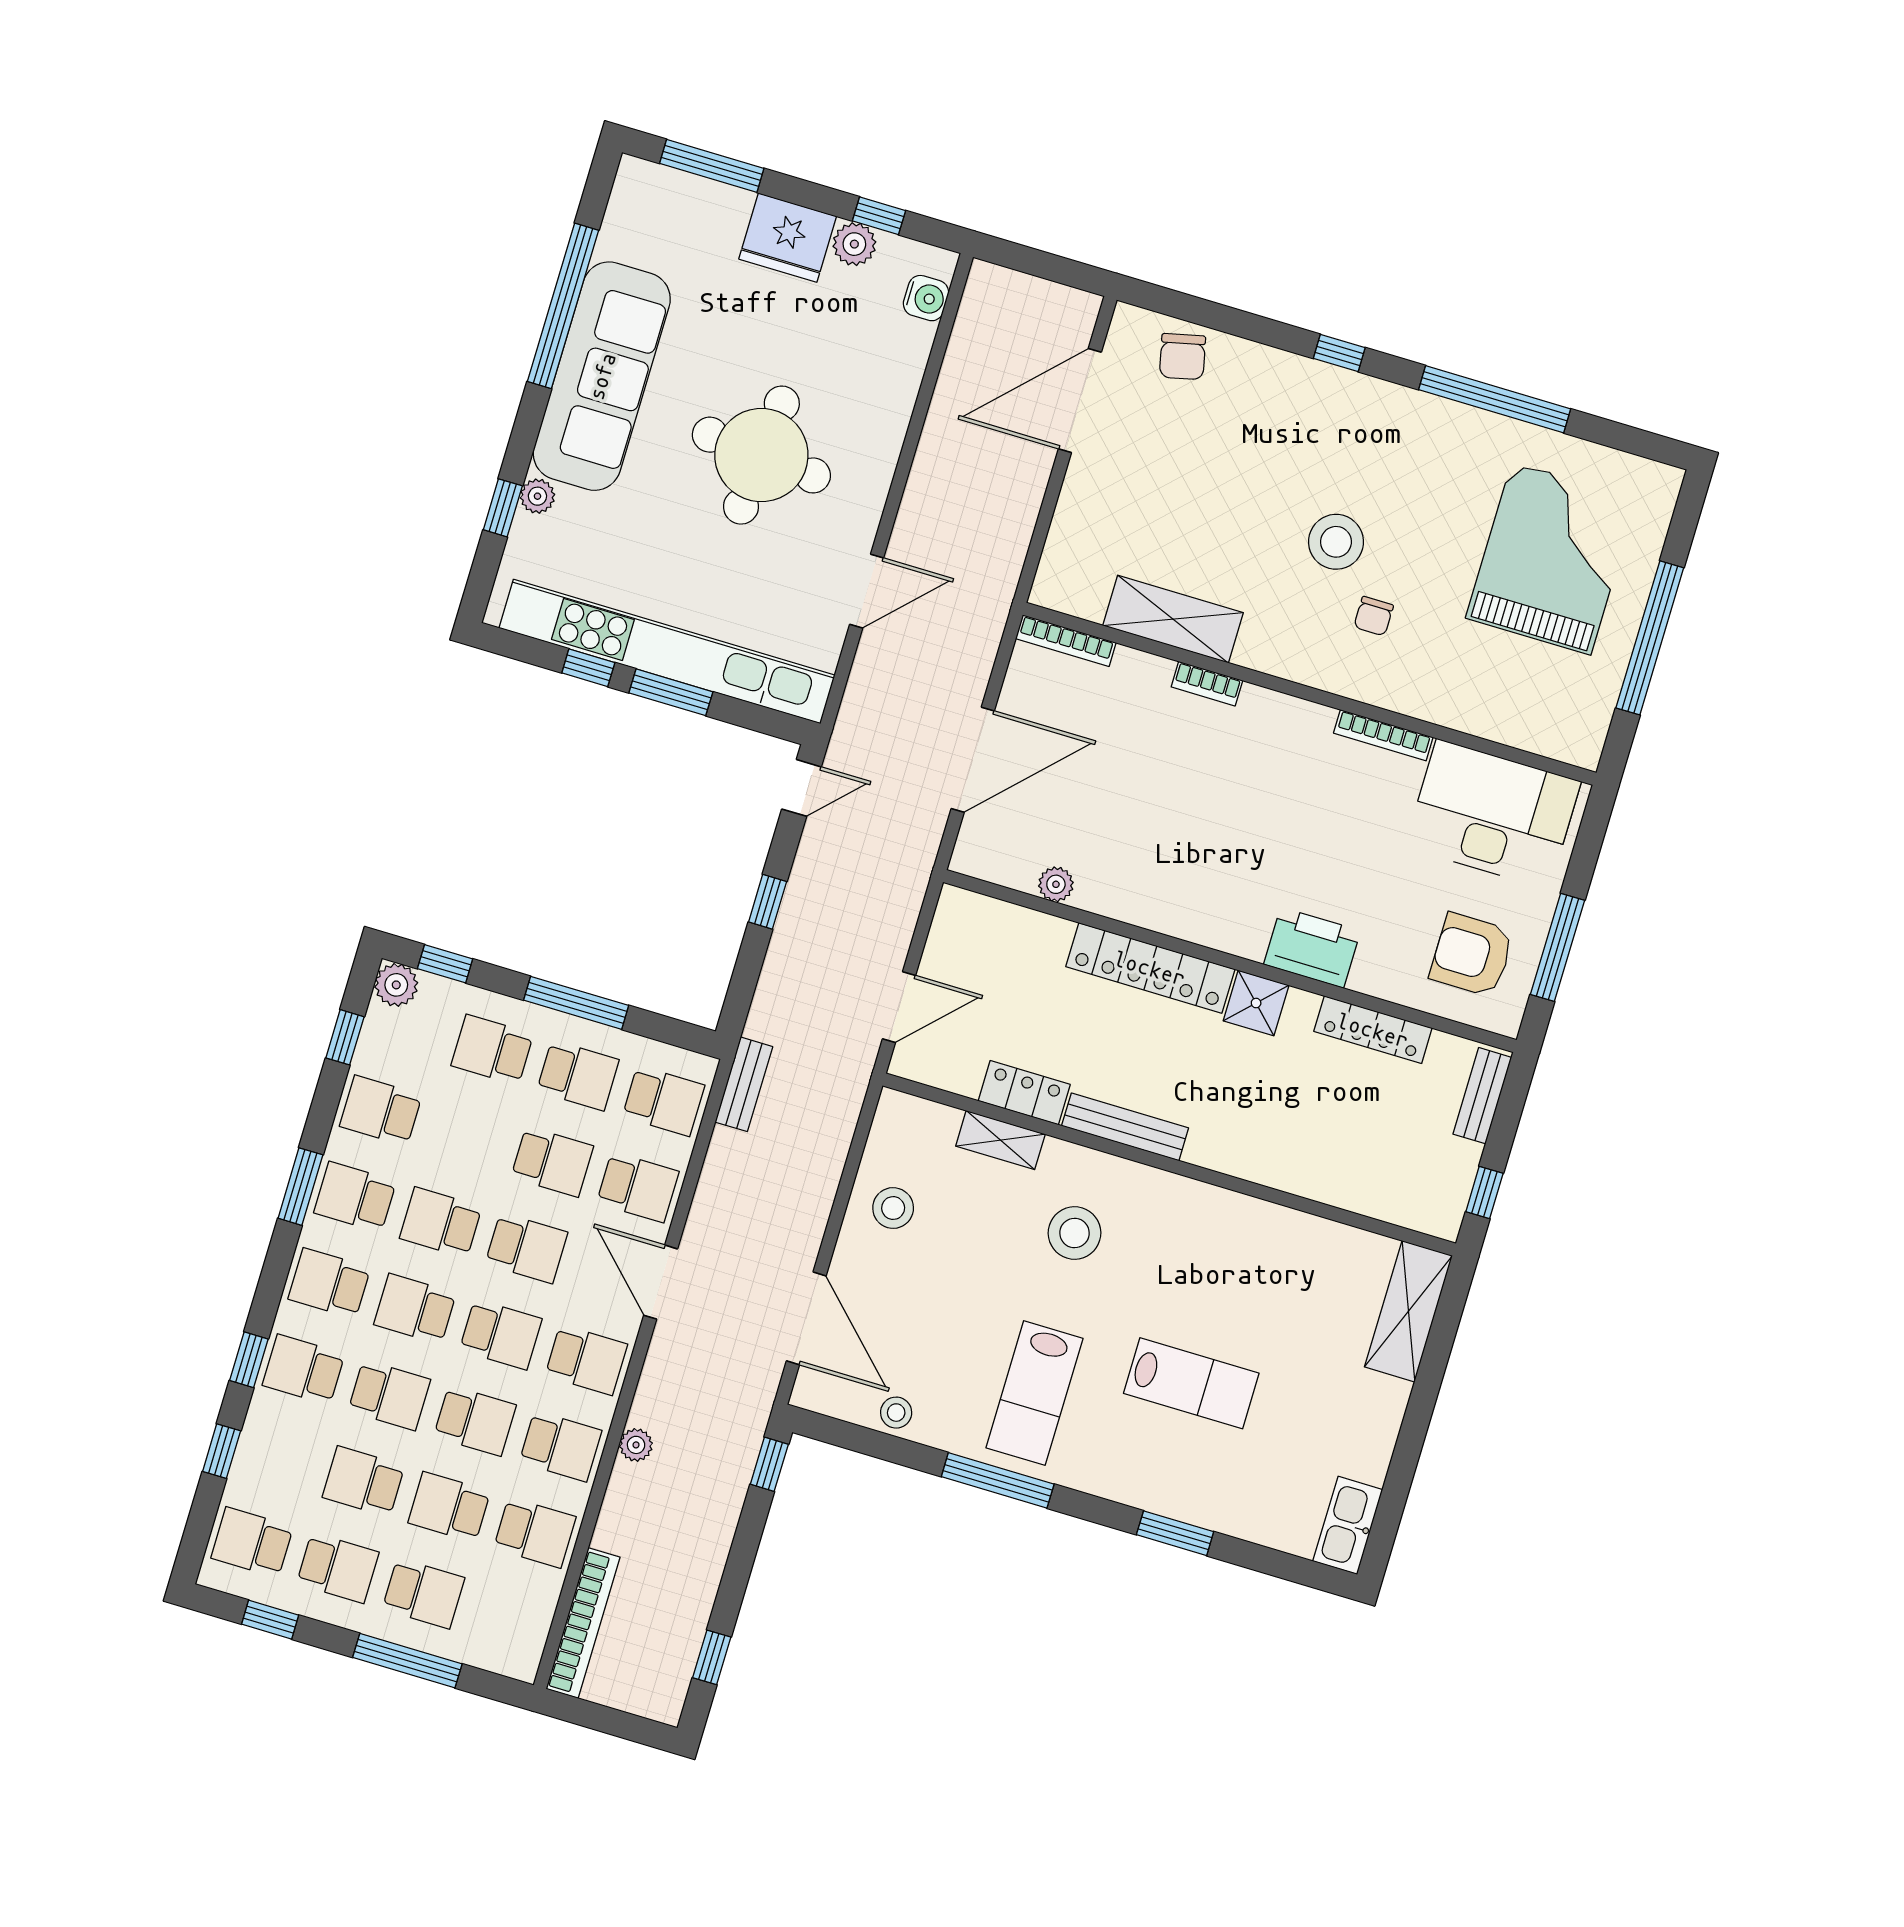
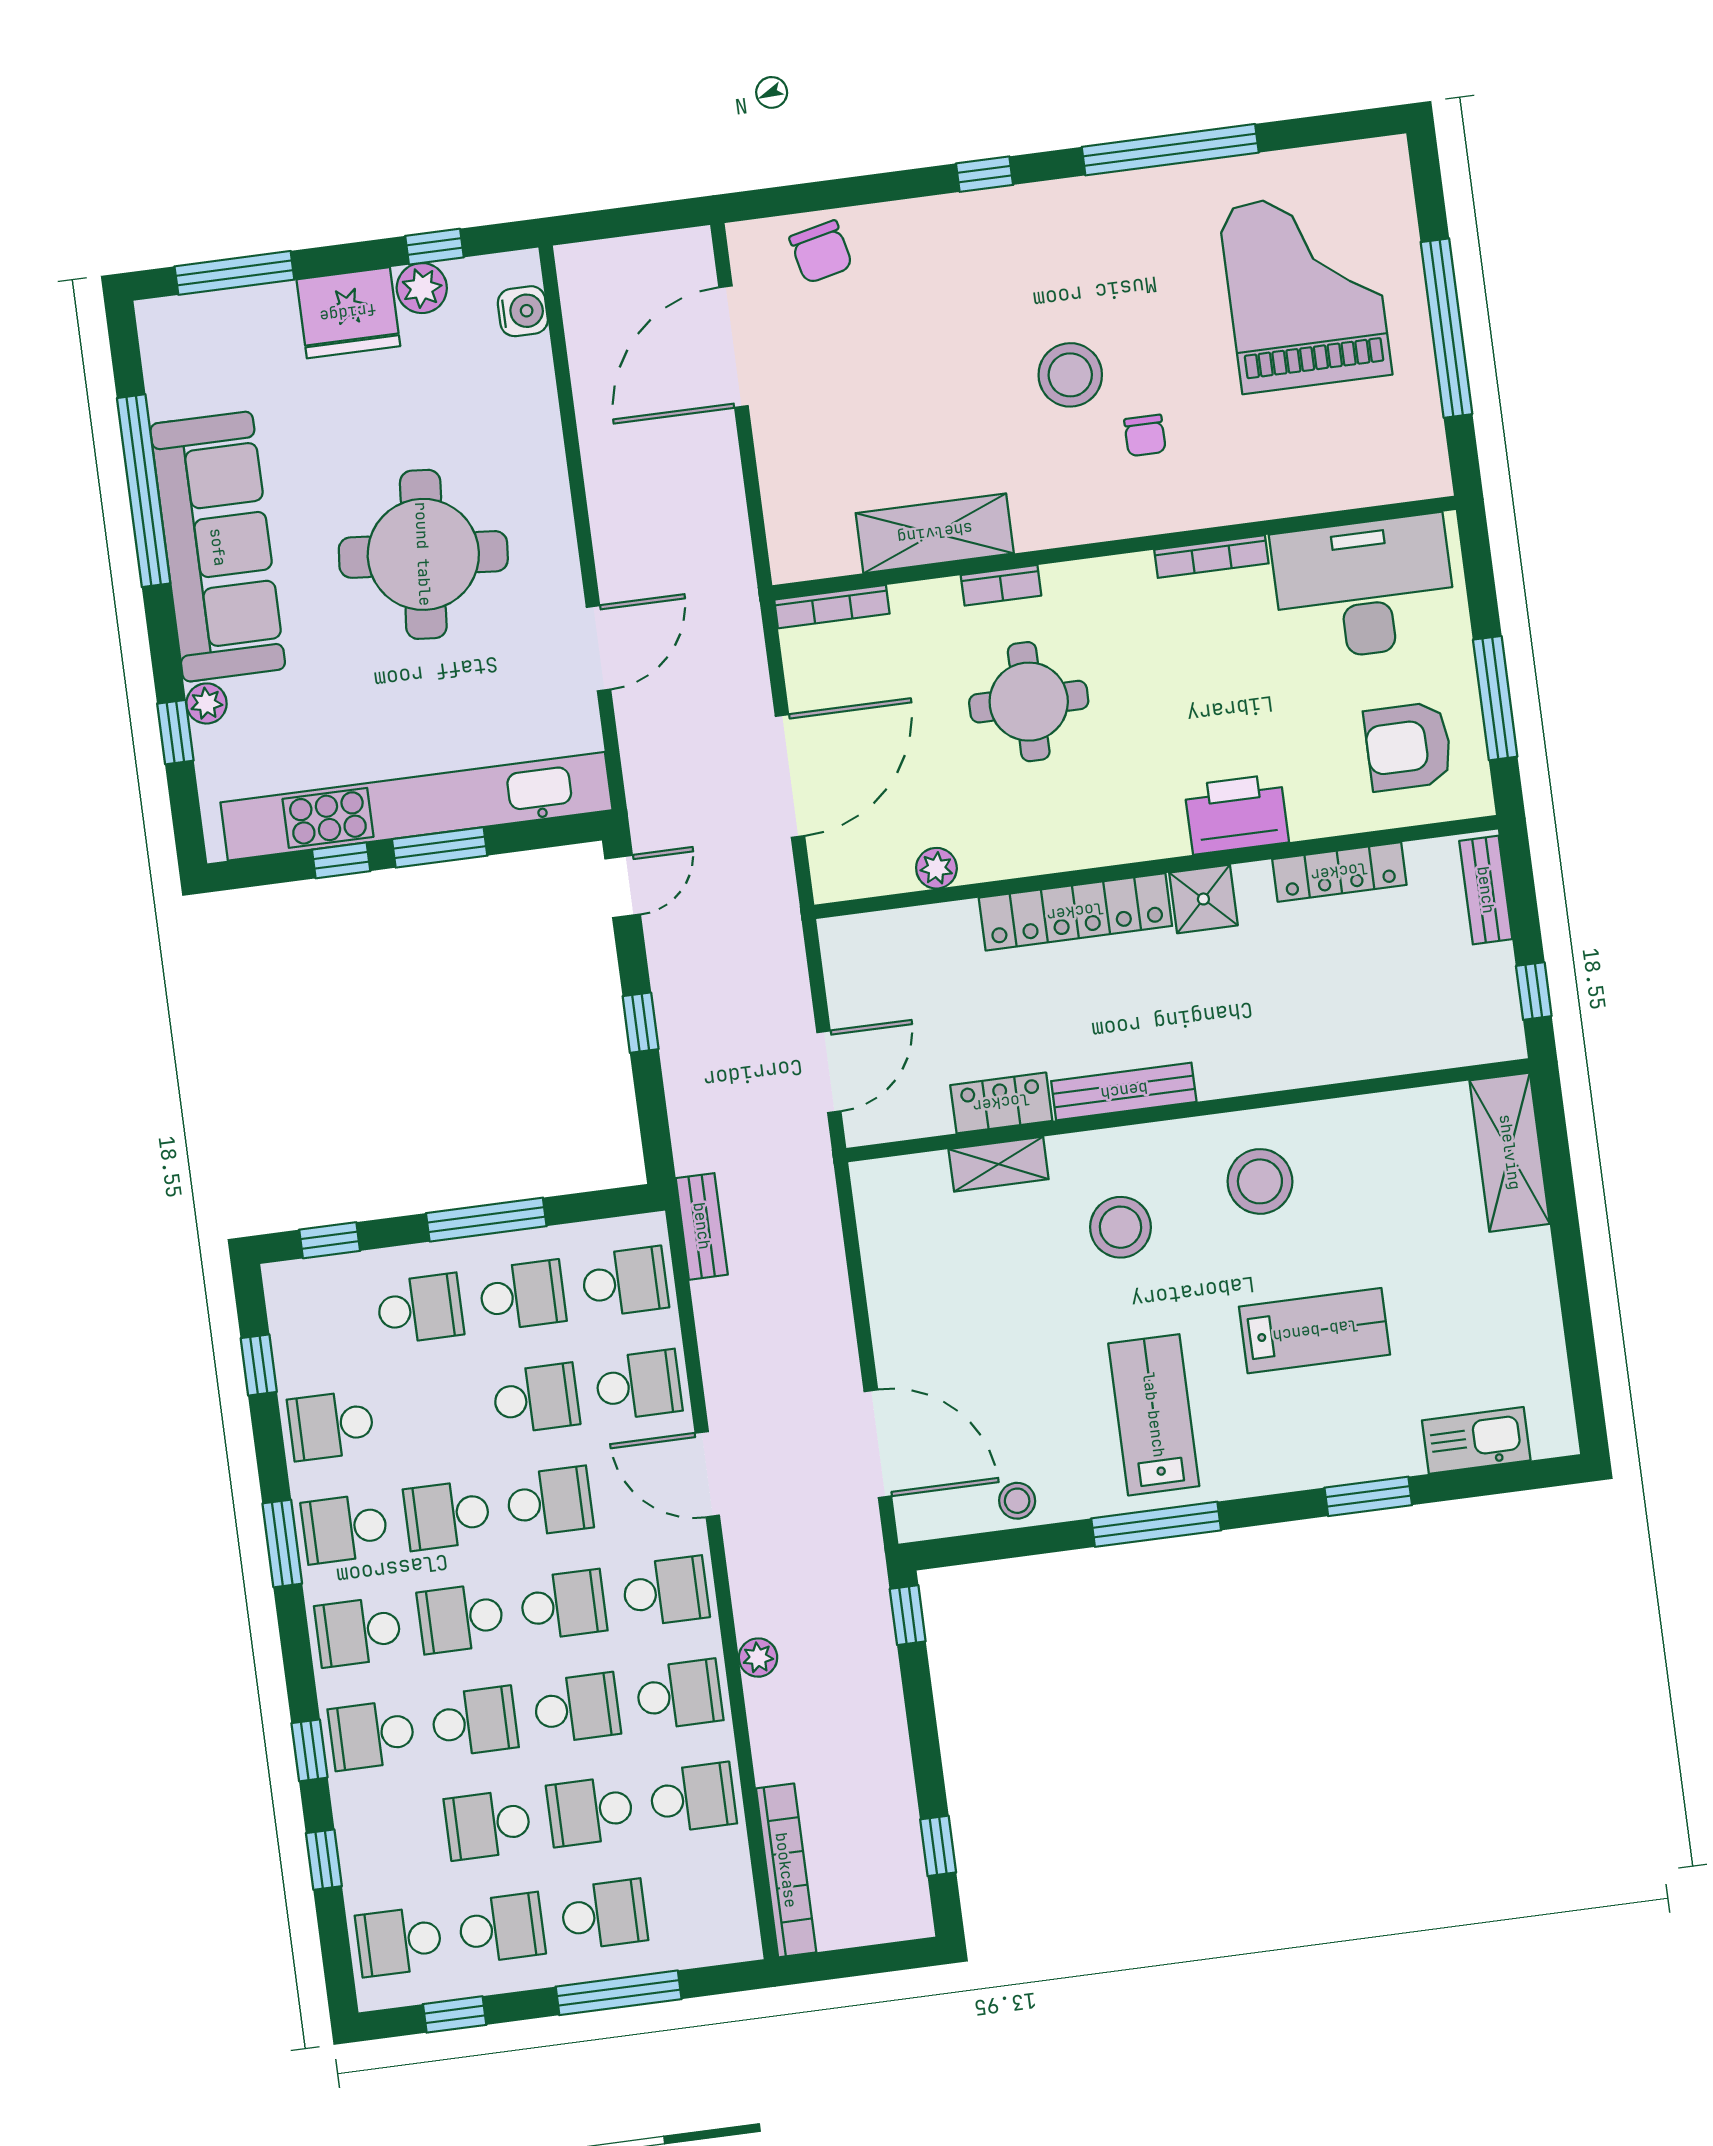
round table: (1188, 785) -> (1029, 702), added
plant: (396, 985) -> (288, 1286), removed
school desk: (492, 1050) -> (420, 1309), turned 180
stool: (893, 1208) -> (1260, 1181), moved, width x1.38, depth x1.38
lab bench: (1034, 1393) -> (1154, 1415), turned 180
kitchen sink: (1348, 1525) -> (1476, 1440), moved, turned 90

